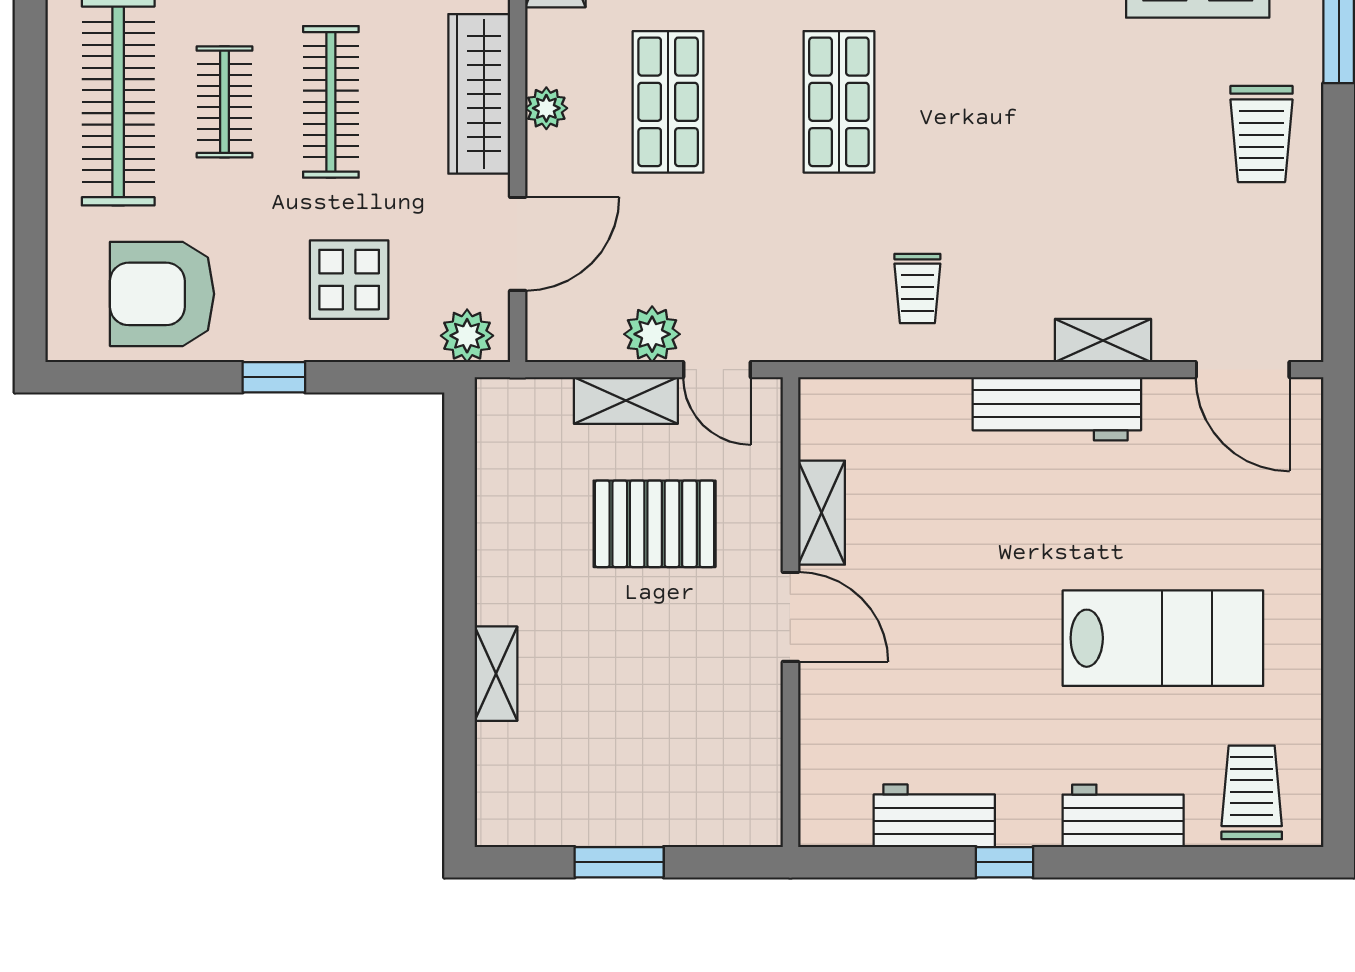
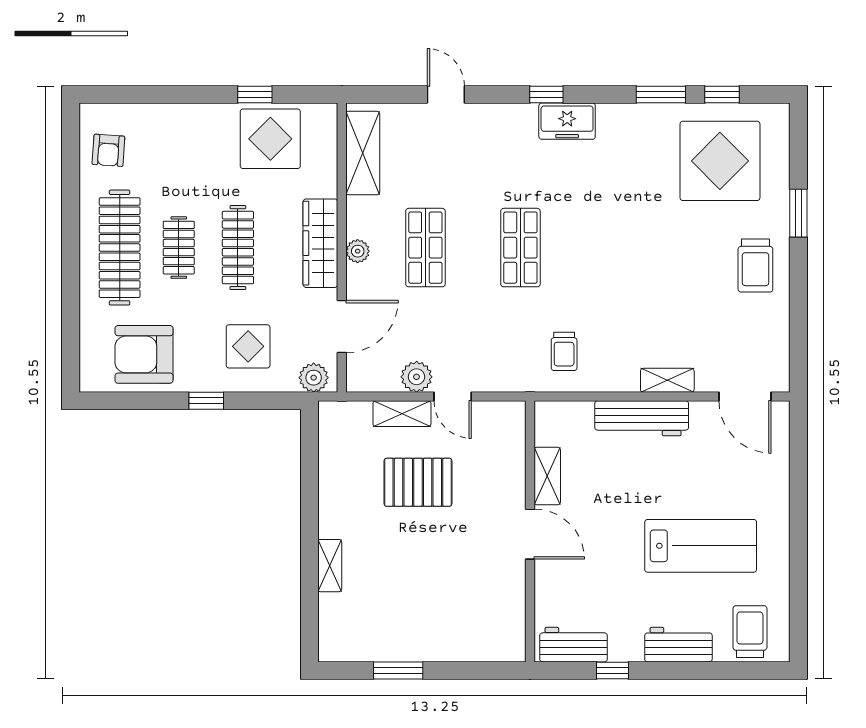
shelving: (821, 513) -> (547, 476), moved
wall: (790, 612) -> (530, 531), moved
door: (790, 617) -> (530, 534), moved

